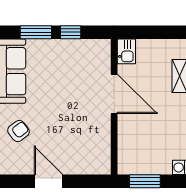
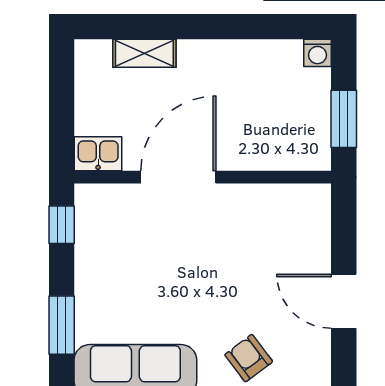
window: (71, 32) -> (62, 225), moved
door: (48, 181) -> (344, 301), hinge flipped

